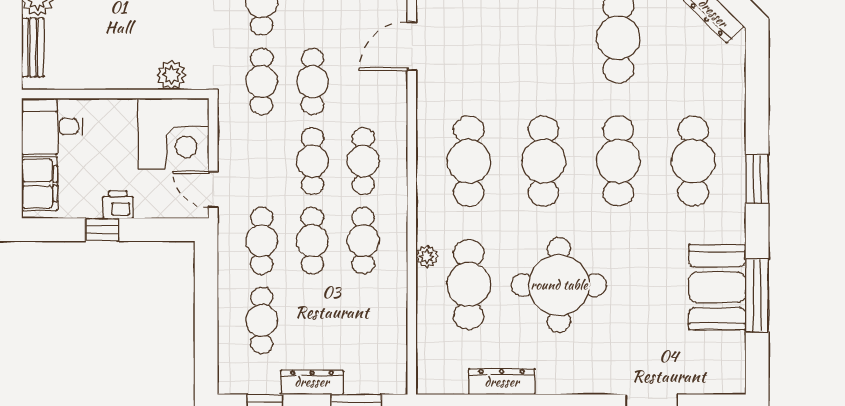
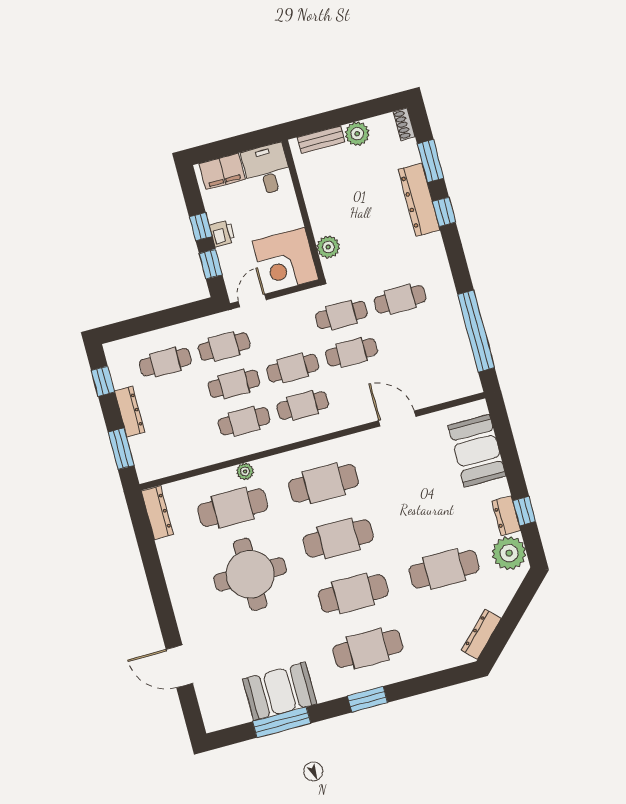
window: (153, 230) -> (211, 264), added
dresser: (502, 382) -> (157, 513), moved

